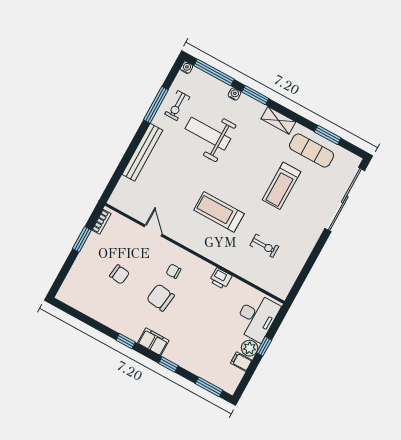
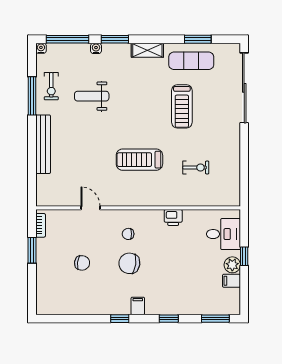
weight bench: (208, 134) -> (92, 96), width x0.73, depth x0.75
desk: (257, 317) -> (223, 234), width x0.73
filing cabinet: (153, 342) -> (138, 306), width x0.50

